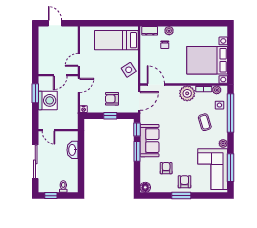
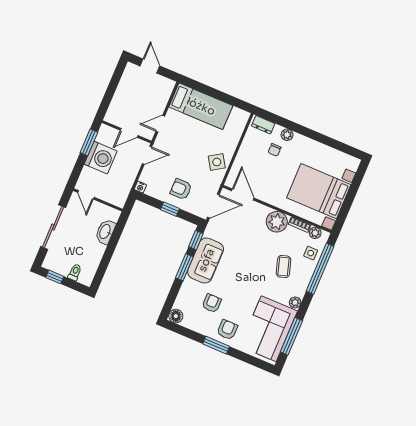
bed: (116, 40) -> (201, 106), moved, turned 180

